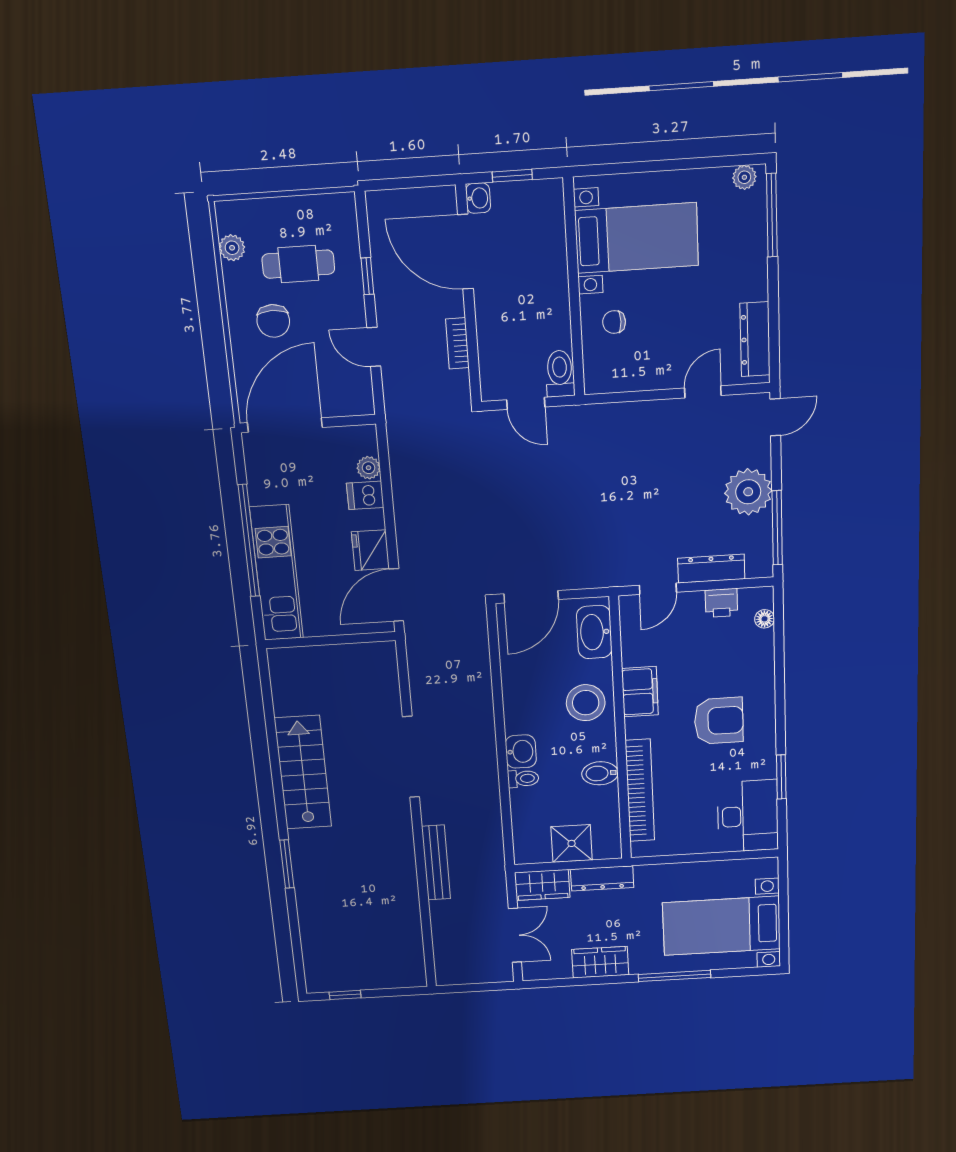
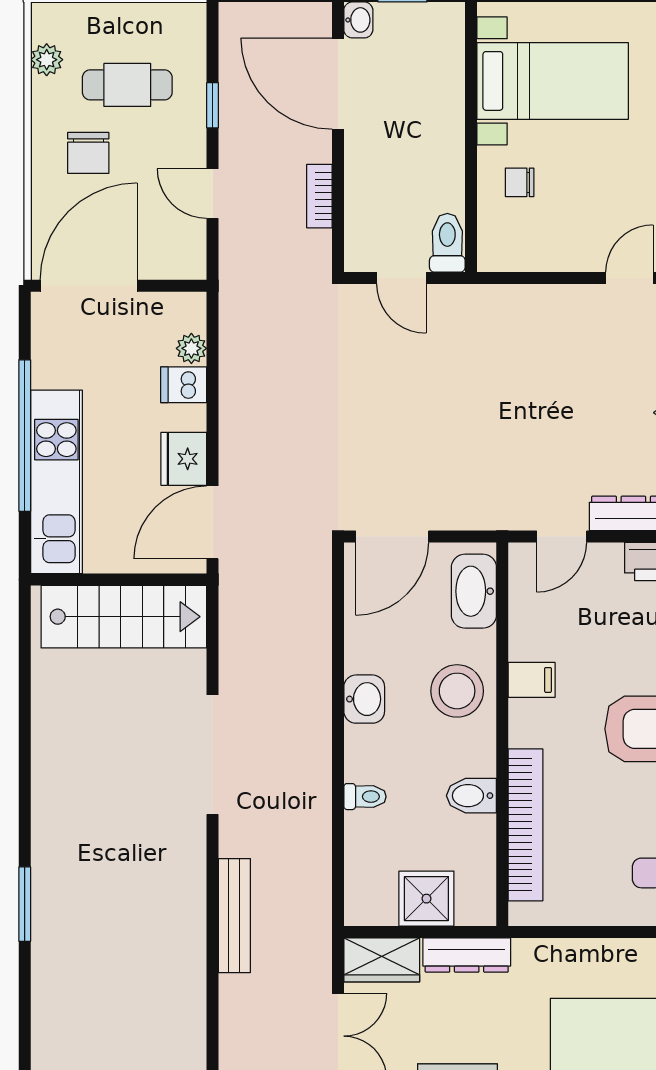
filing cabinet: (640, 692) -> (532, 680), width x0.50
washbasin: (521, 752) -> (364, 699), moved
stairs: (303, 773) -> (124, 617), moved, turned 90

